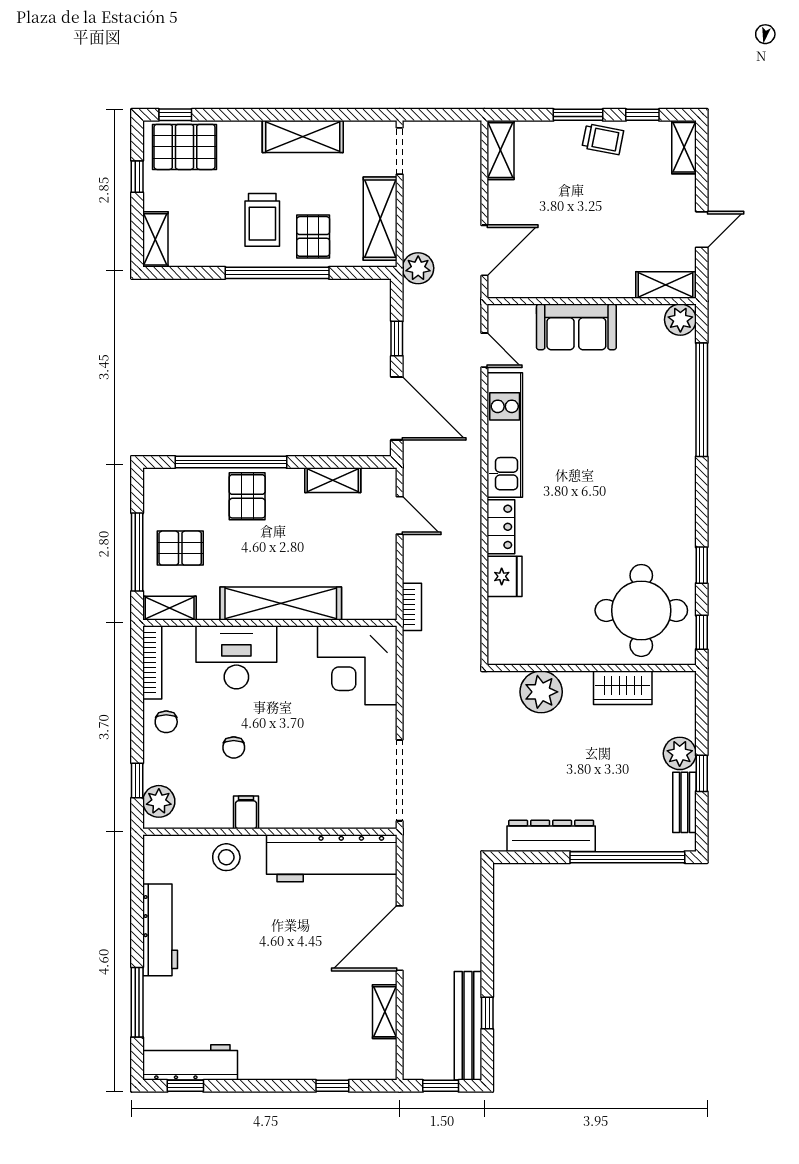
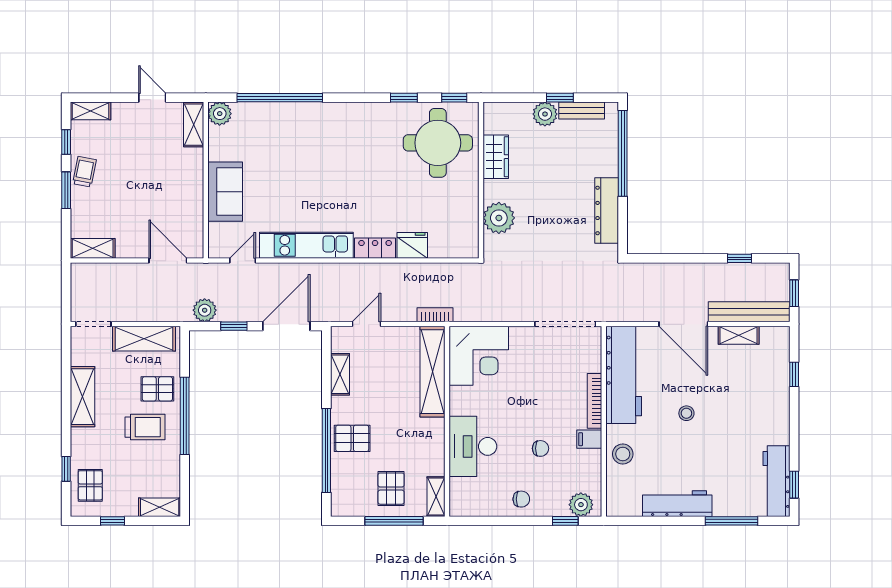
window: (175, 115) -> (66, 469), moved
pallet: (185, 147) -> (90, 485), width x0.67, depth x0.71
plant: (418, 268) -> (205, 310), moved
shelving: (281, 604) -> (433, 372), moved
bookcase: (152, 662) -> (595, 401), moved, turned -90
stool: (281, 942) -> (686, 413), added
bench: (468, 1026) -> (749, 312), moved

